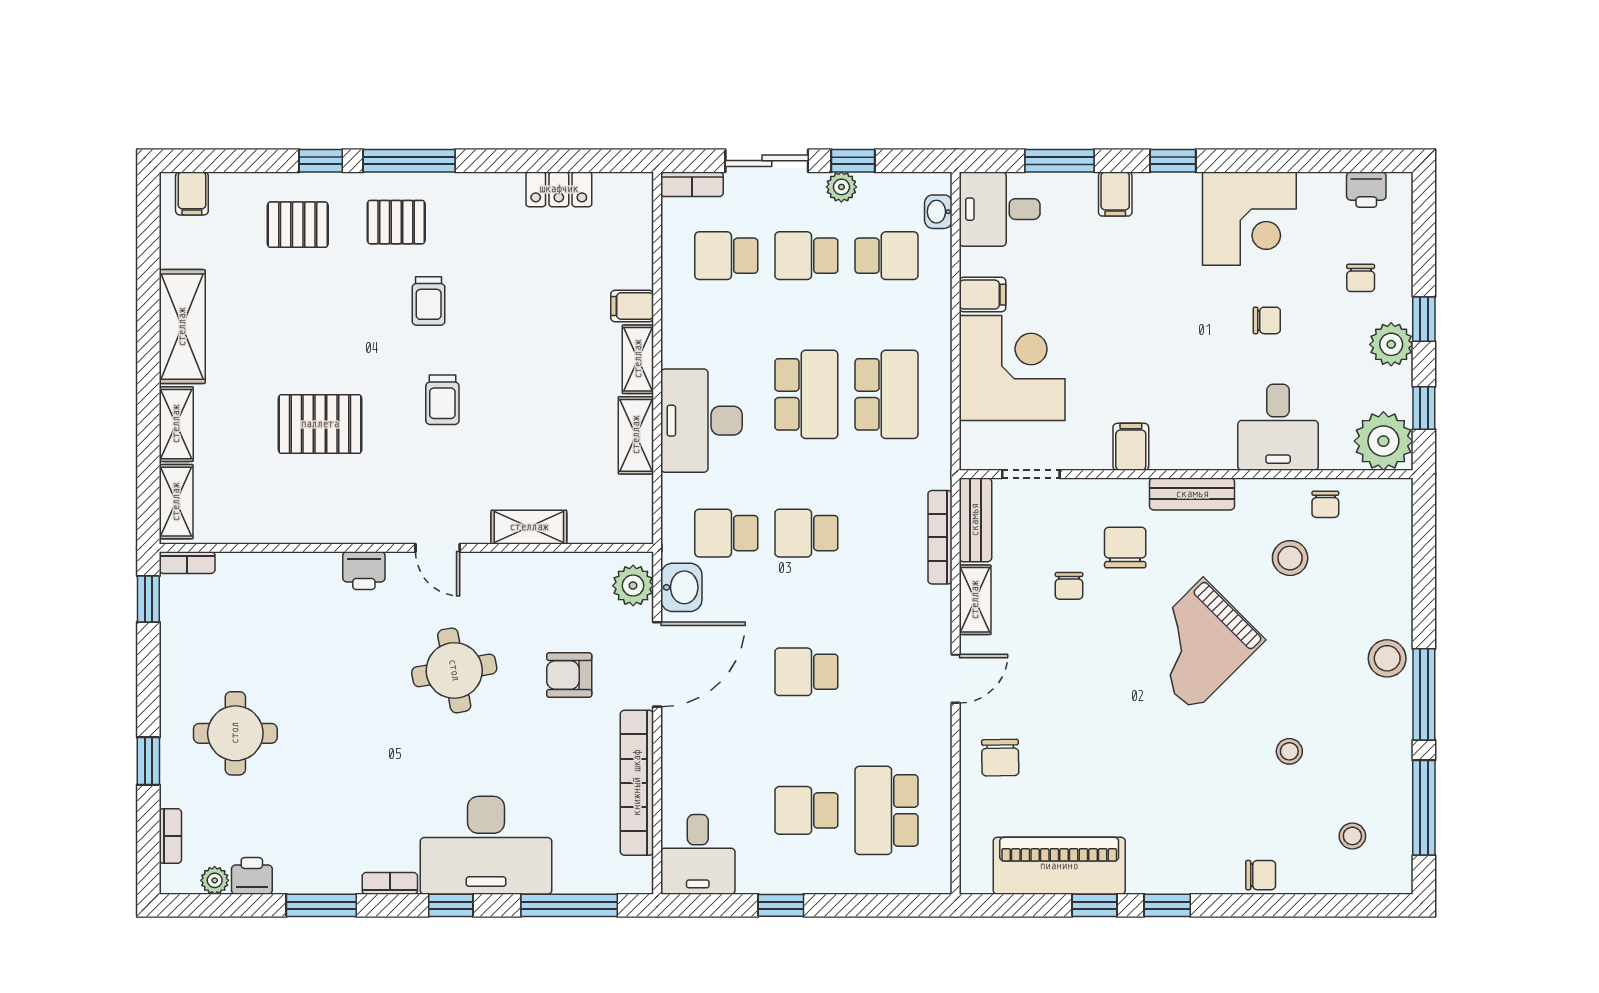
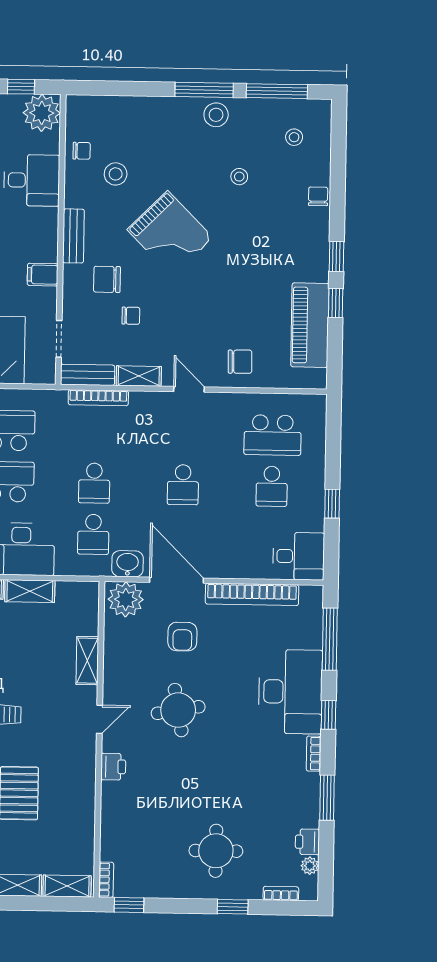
plant: (633, 586) -> (126, 599), width x1.36, depth x1.36
stool: (1387, 658) -> (216, 115), moved

